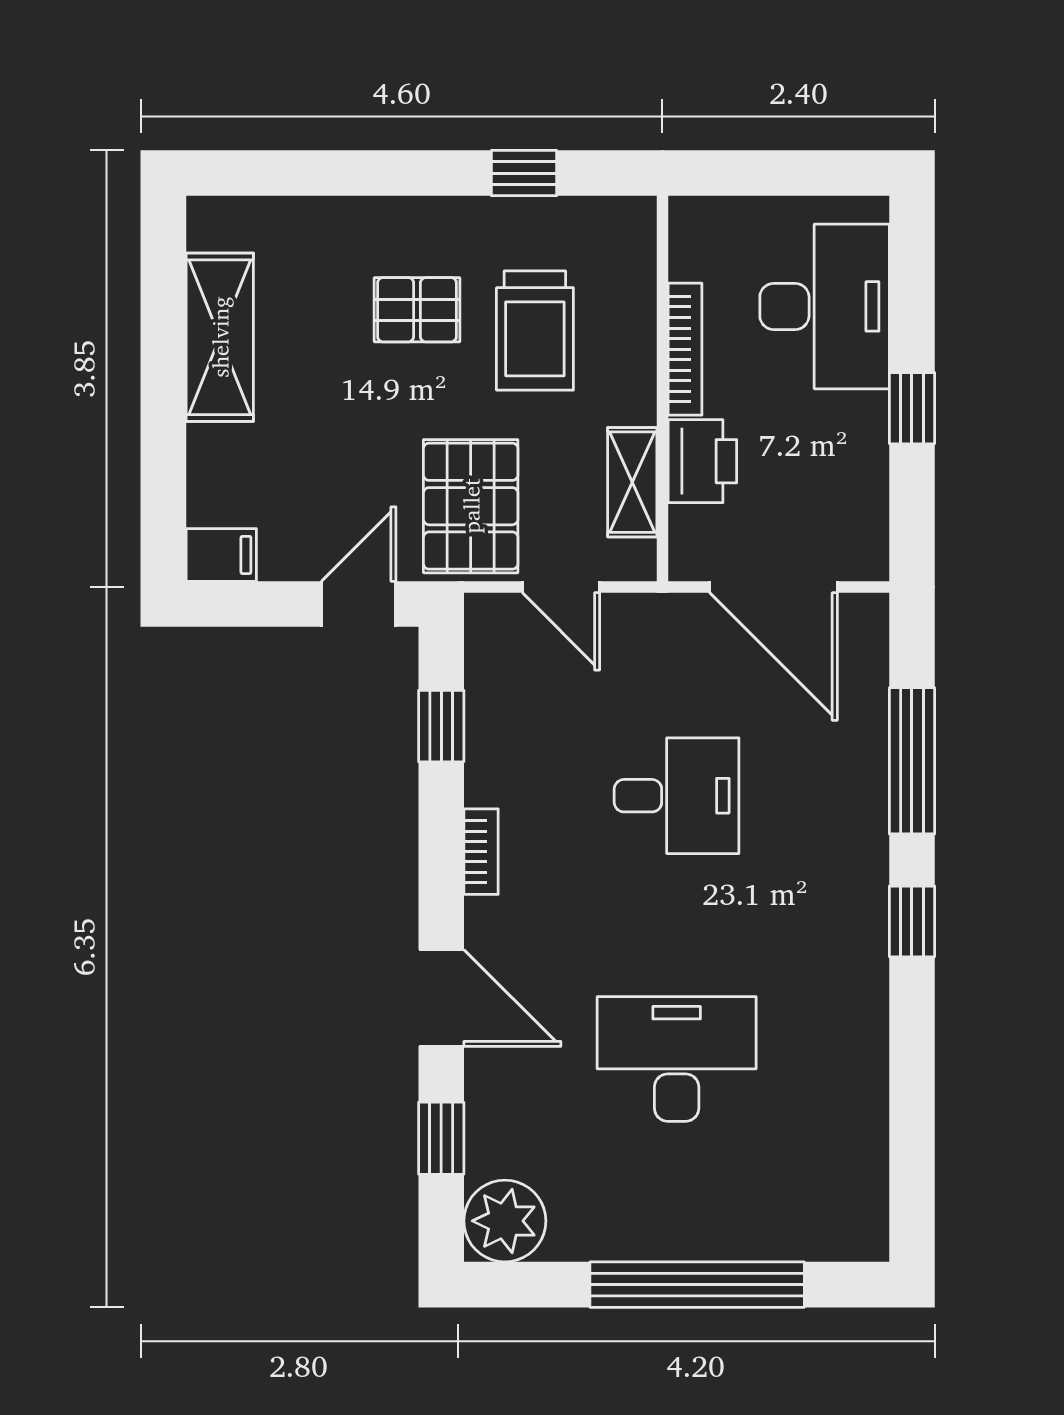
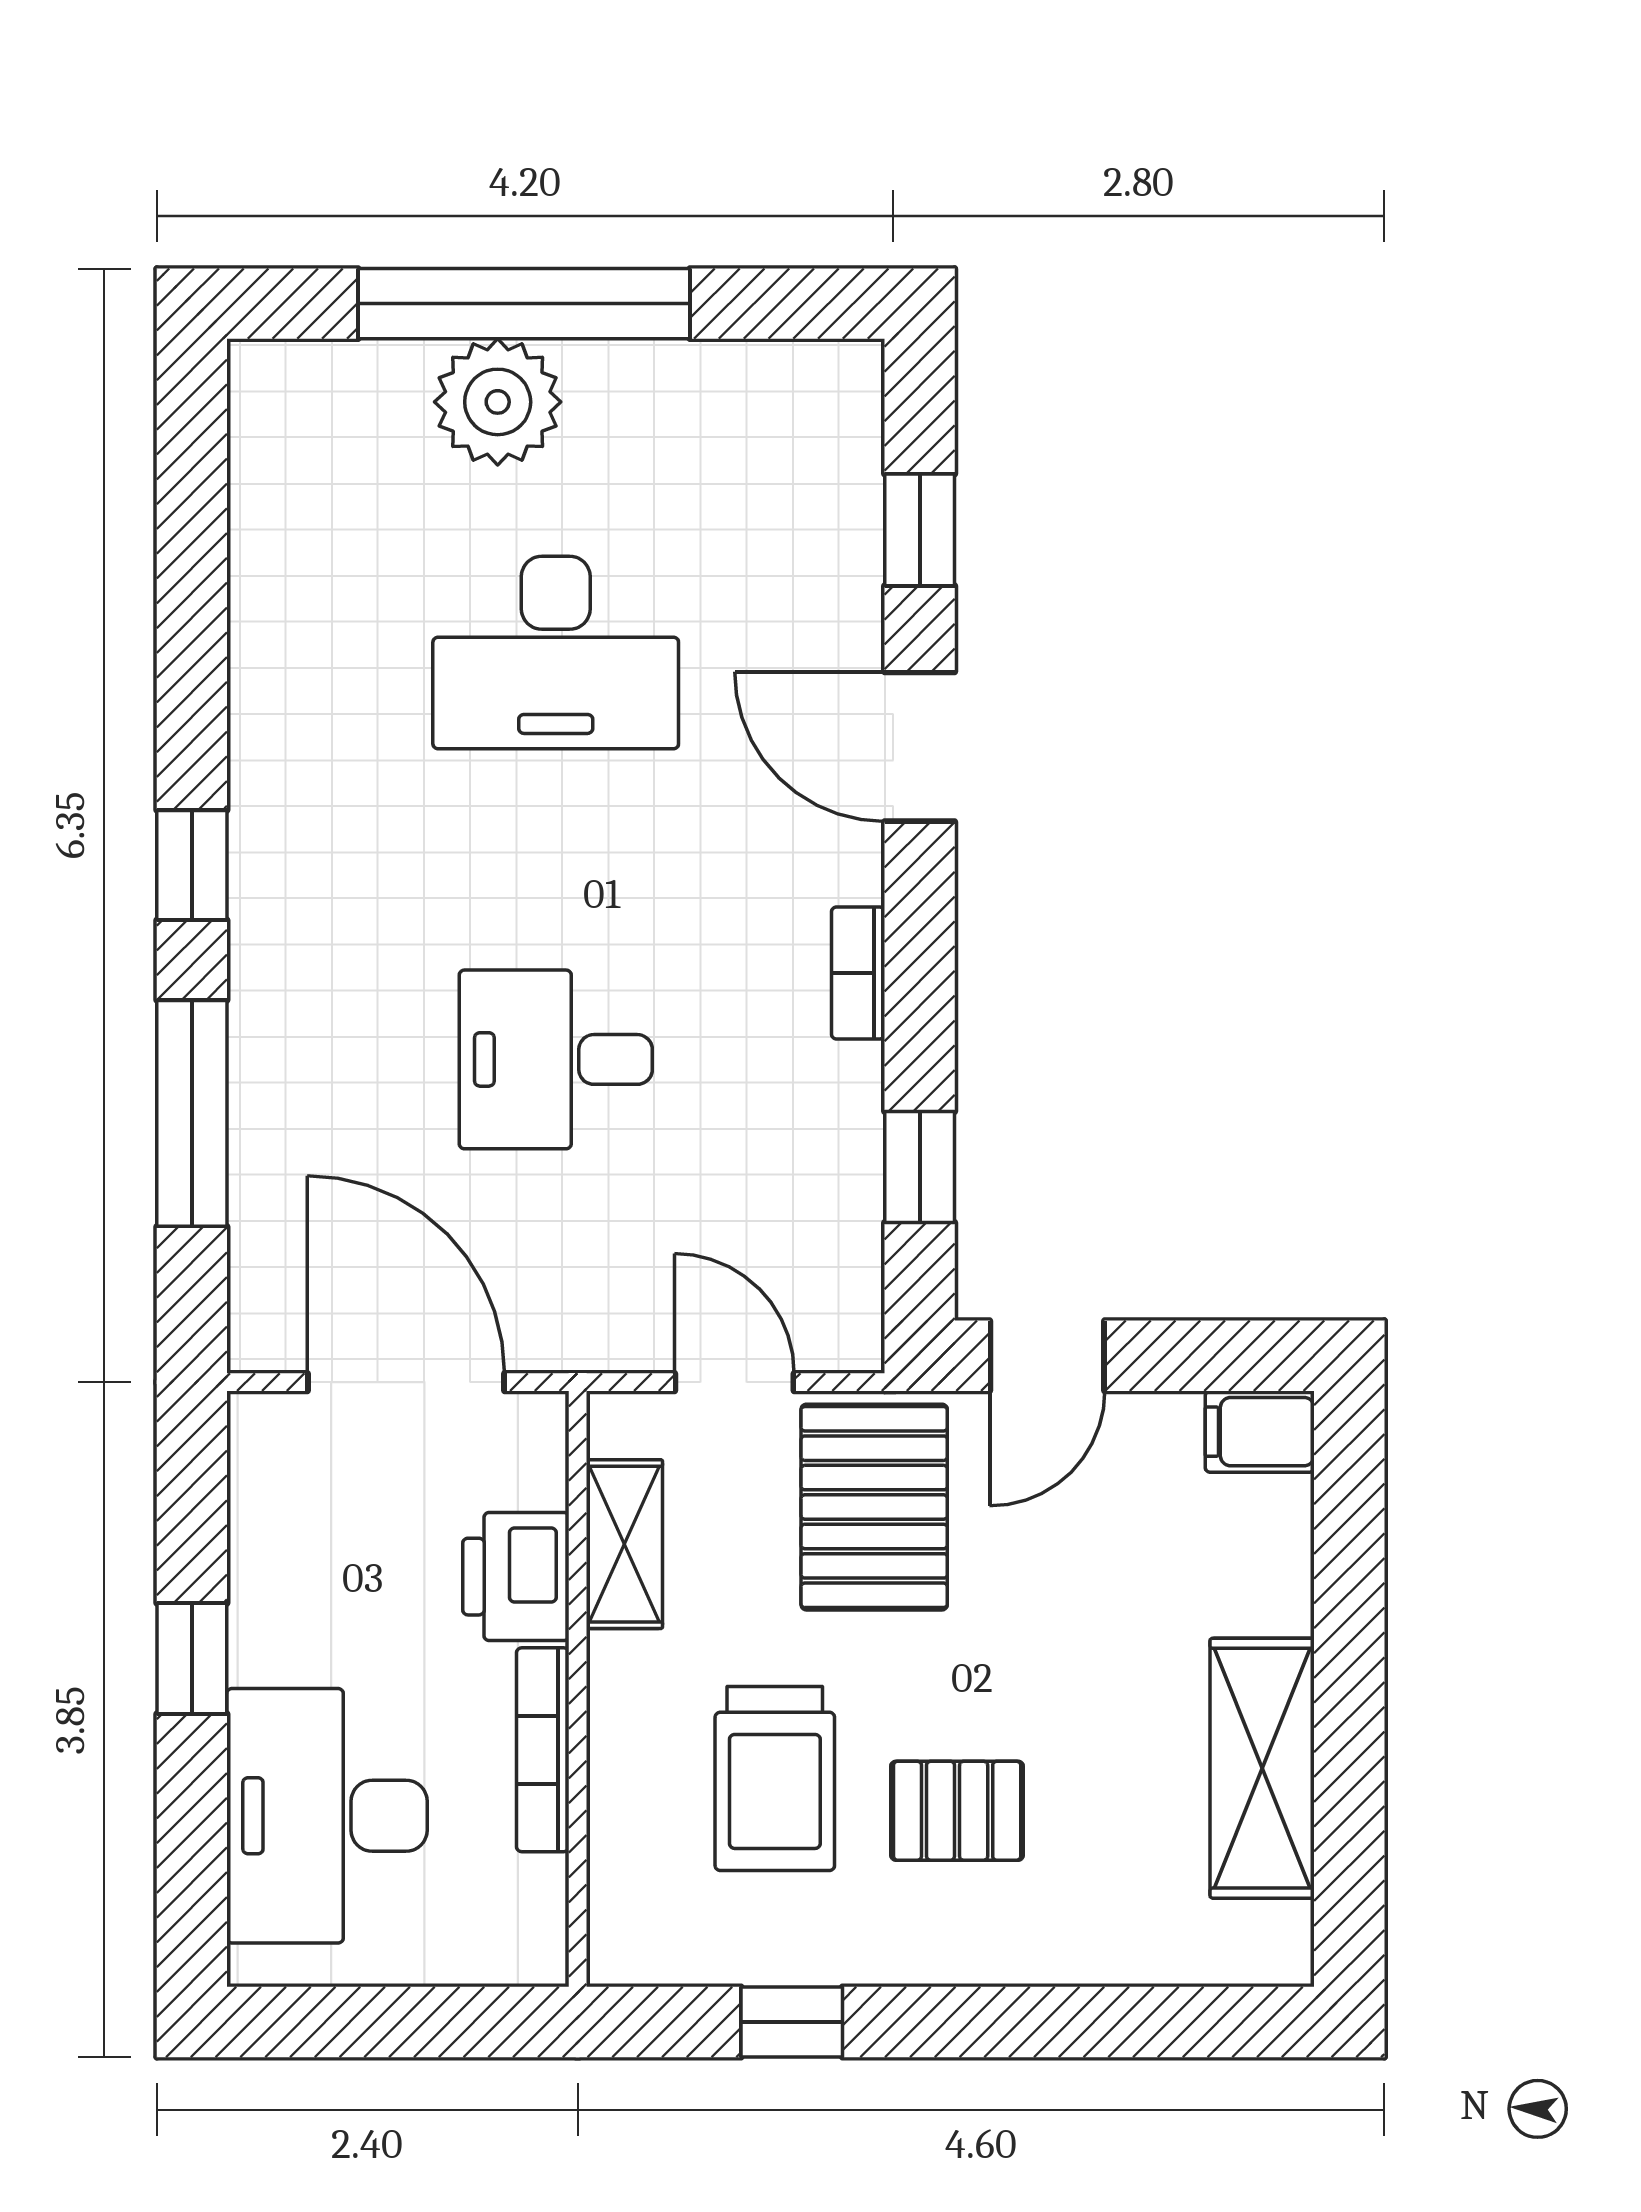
trolley: (535, 331) -> (775, 1779), turned 180
plant: (505, 1221) -> (498, 402), moved

